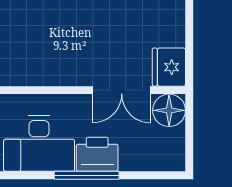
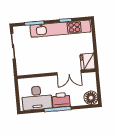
floor lamp: (169, 110) -> (91, 98), moved

